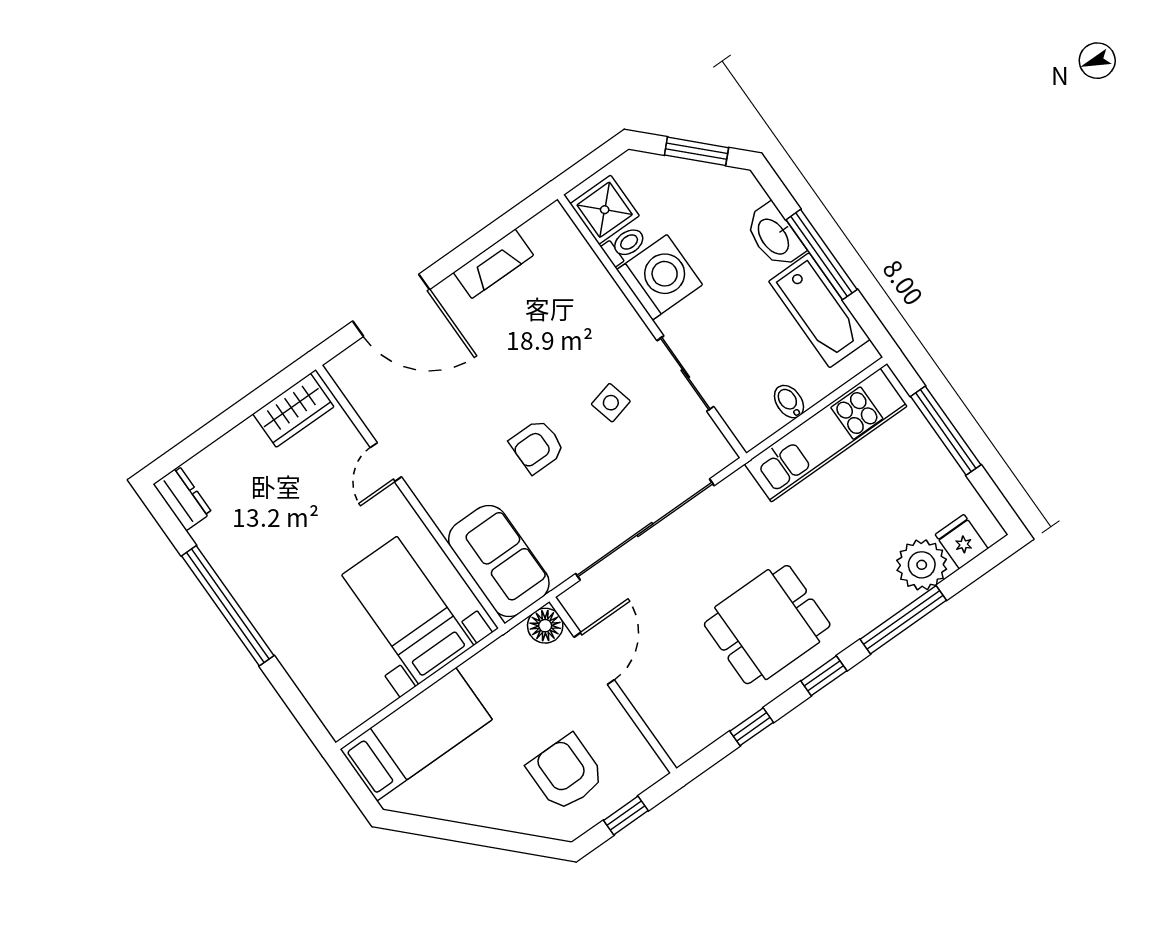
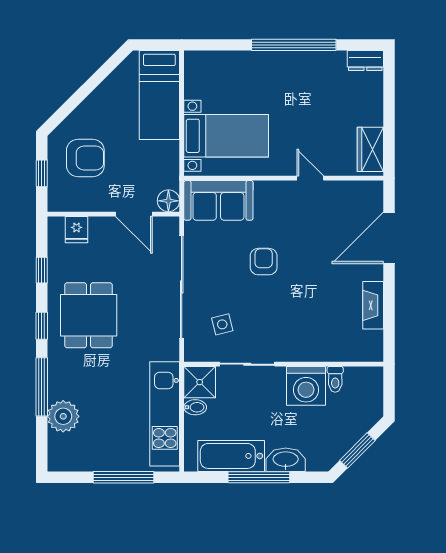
shower: (605, 210) -> (200, 382), moved
side table: (611, 403) -> (222, 324), moved
fridge: (962, 542) -> (77, 230), moved, turned 90

